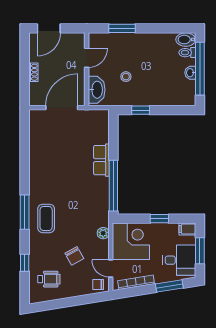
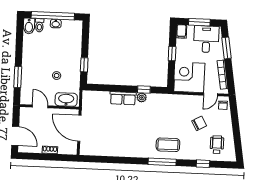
window: (113, 186) -> (144, 89), width x0.32
plant: (103, 233) -> (142, 98), moved

